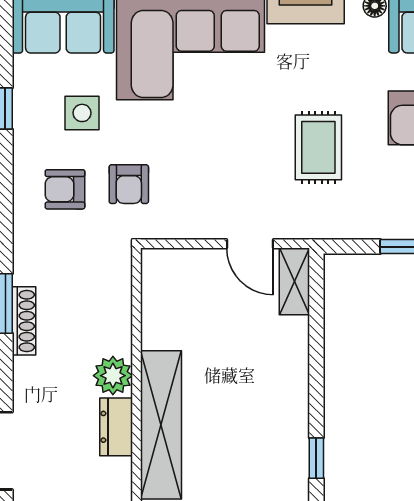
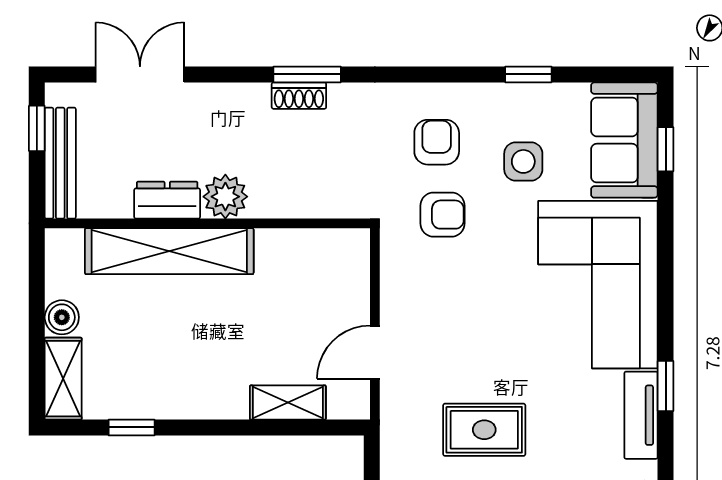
armchair: (129, 184) -> (443, 215), turned 180
shelving: (294, 281) -> (288, 403), moved
shoe rack: (24, 321) -> (299, 96), width x0.70

